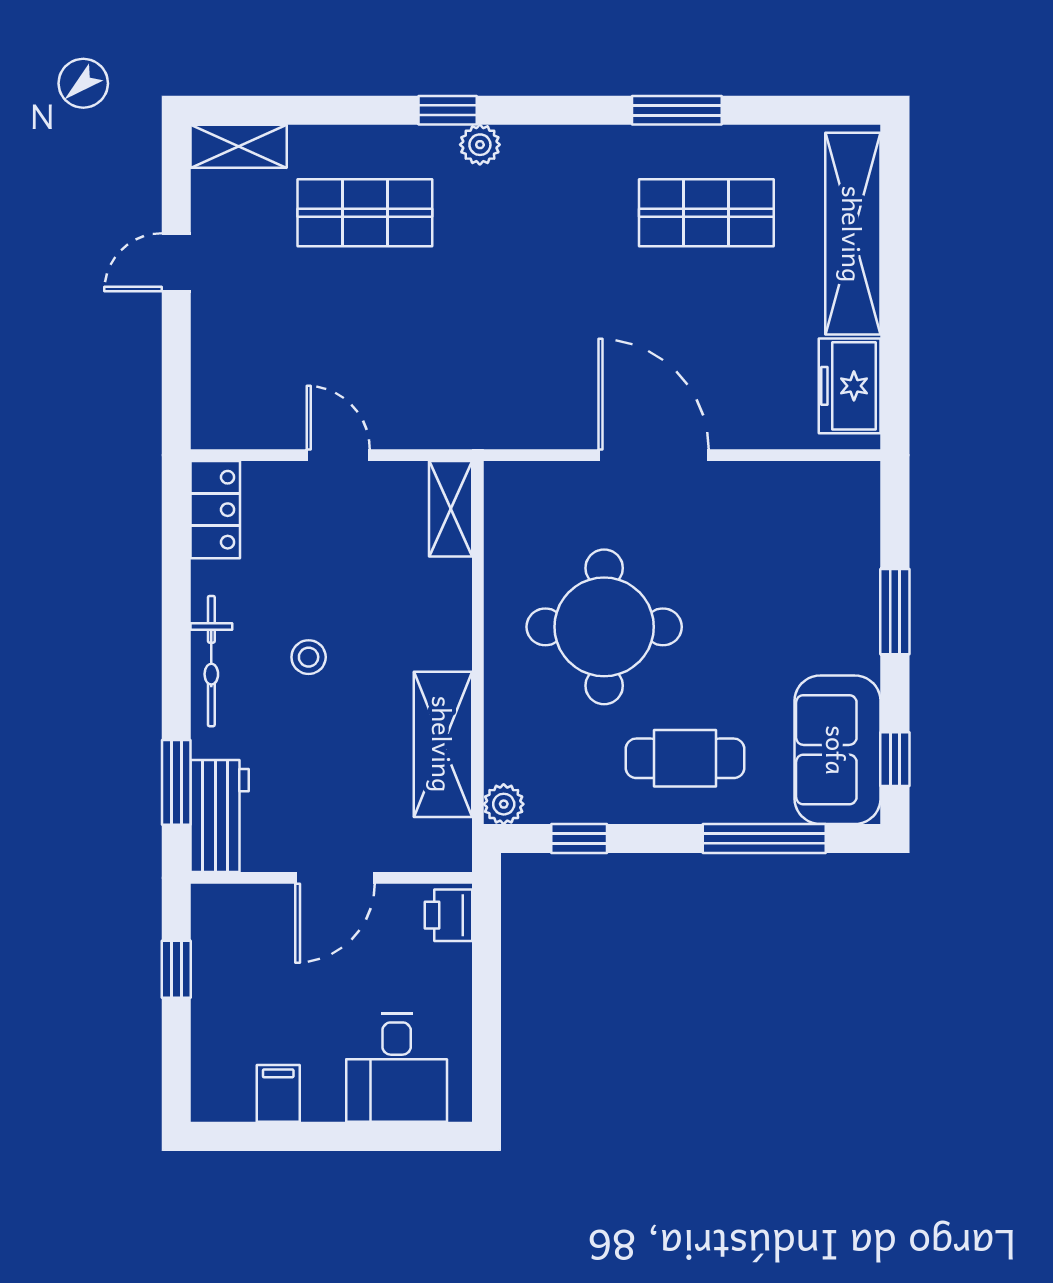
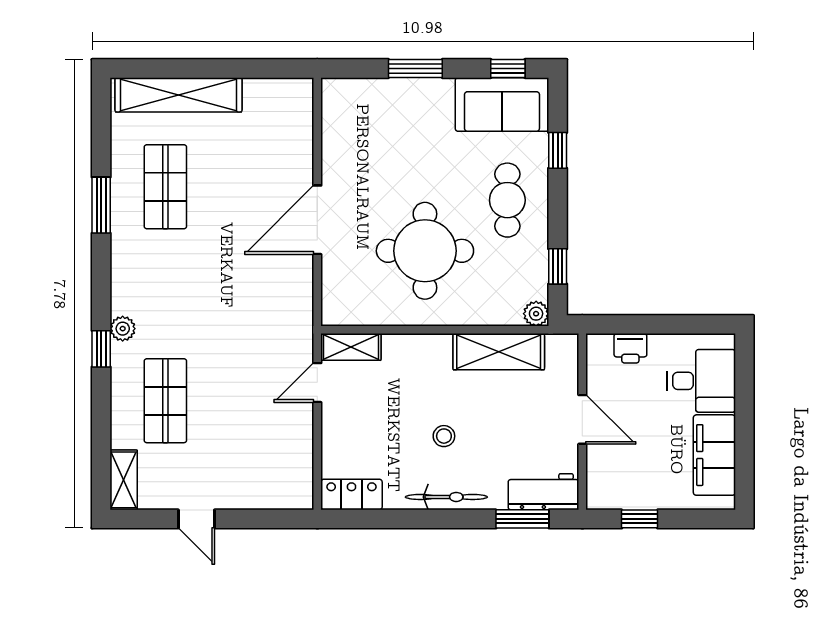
freezer: (850, 386) -> (274, 97), removed
door: (338, 455) -> (317, 383), moved
window: (764, 839) -> (558, 150), width x0.46
printer: (449, 915) -> (630, 348), moved
filing cabinet: (278, 1093) -> (714, 455), width x3.00, depth x1.17

